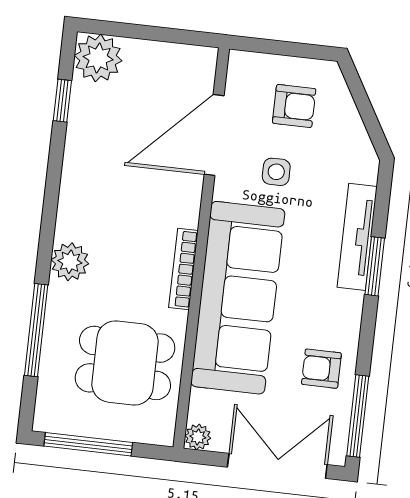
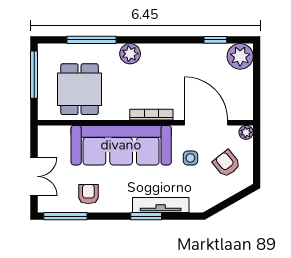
armchair: (294, 106) -> (227, 164), turned 141
bookcase: (183, 269) -> (151, 115), moved
plant: (198, 437) -> (246, 132), moved
double door: (277, 466) -> (34, 176), width x0.73

